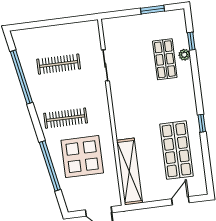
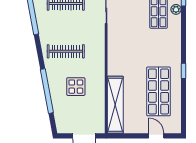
display table: (82, 157) -> (76, 87), width x0.54, depth x0.54
door: (180, 201) -> (156, 136), hinge flipped

